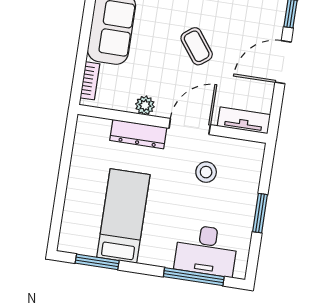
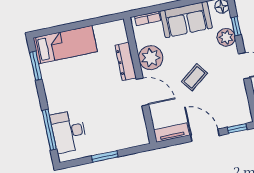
plant: (145, 105) -> (151, 58), width x1.88, depth x1.88
tv unit: (244, 120) -> (172, 133), moved, turned -90
stool: (206, 172) -> (118, 113), removed
bed: (123, 216) -> (65, 45), moved

